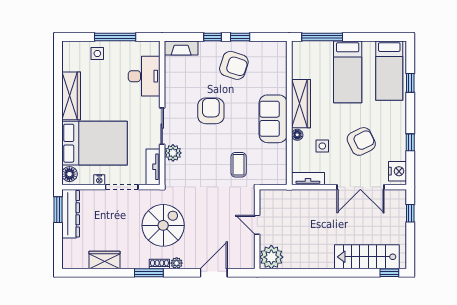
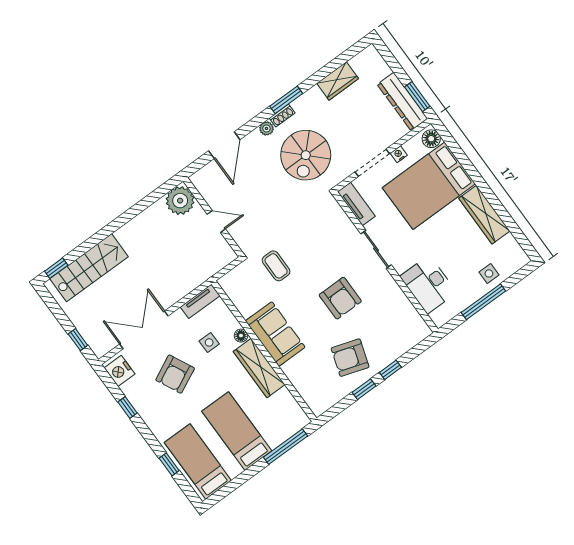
fireplace: (181, 48) -> (413, 337), removed
plant: (173, 153) -> (347, 231), removed

